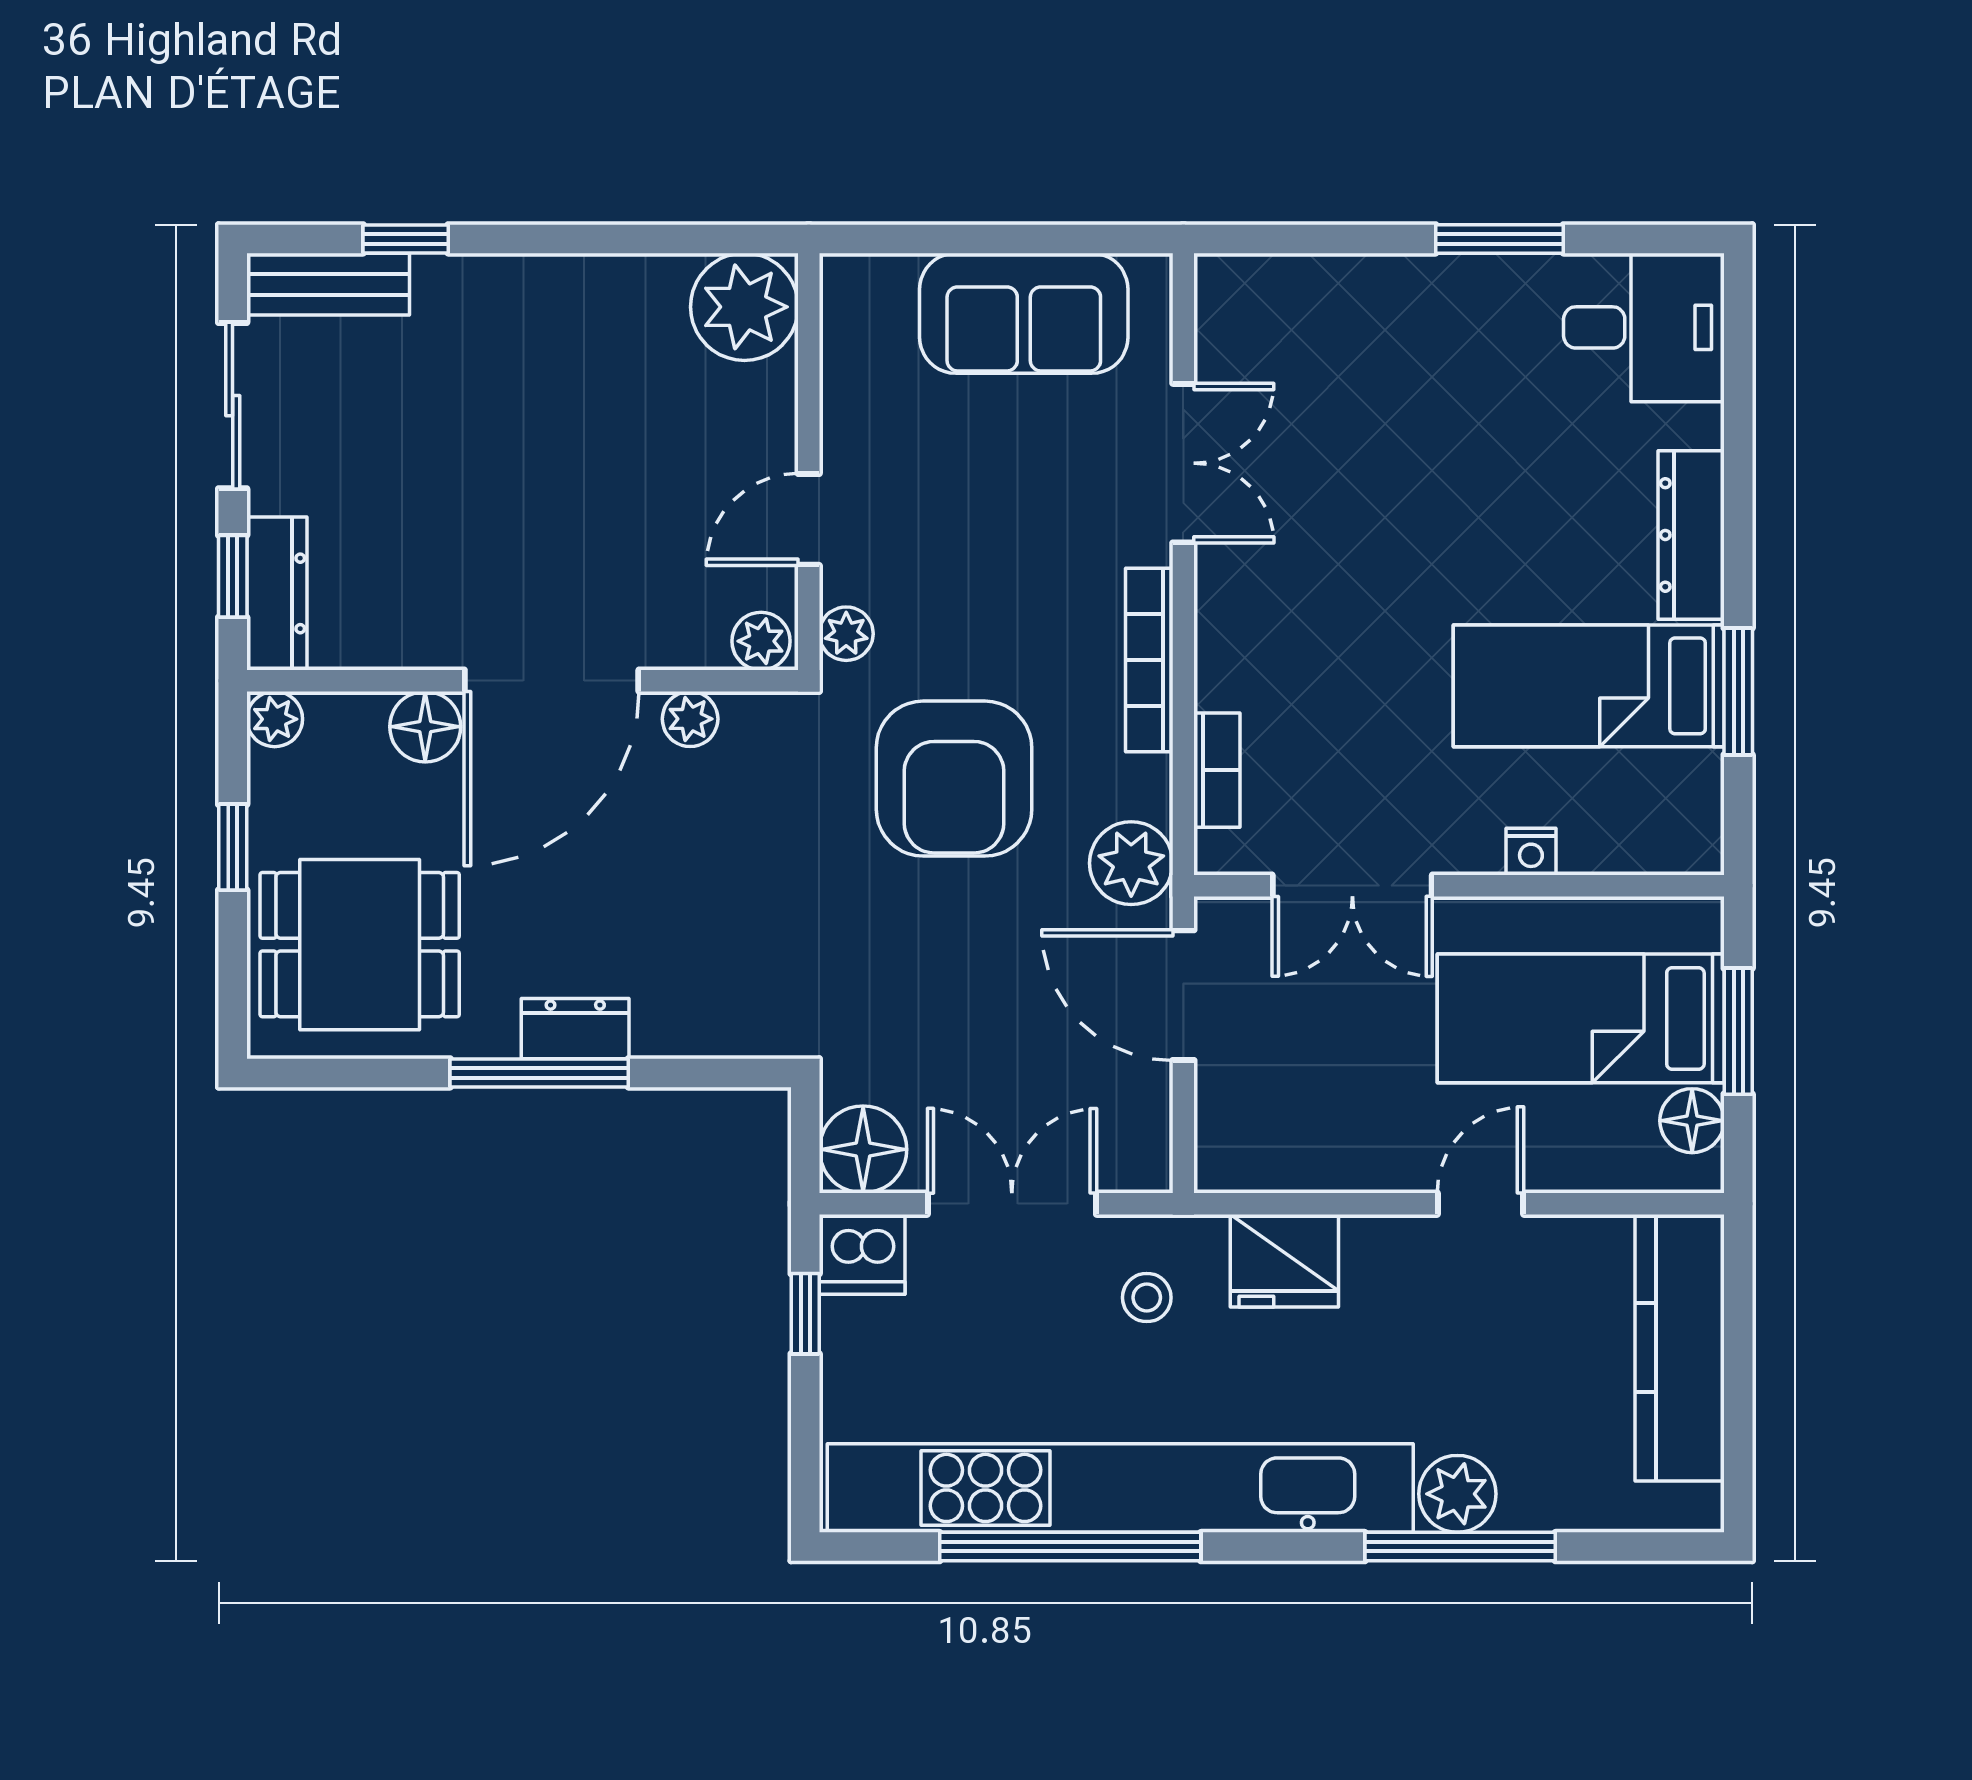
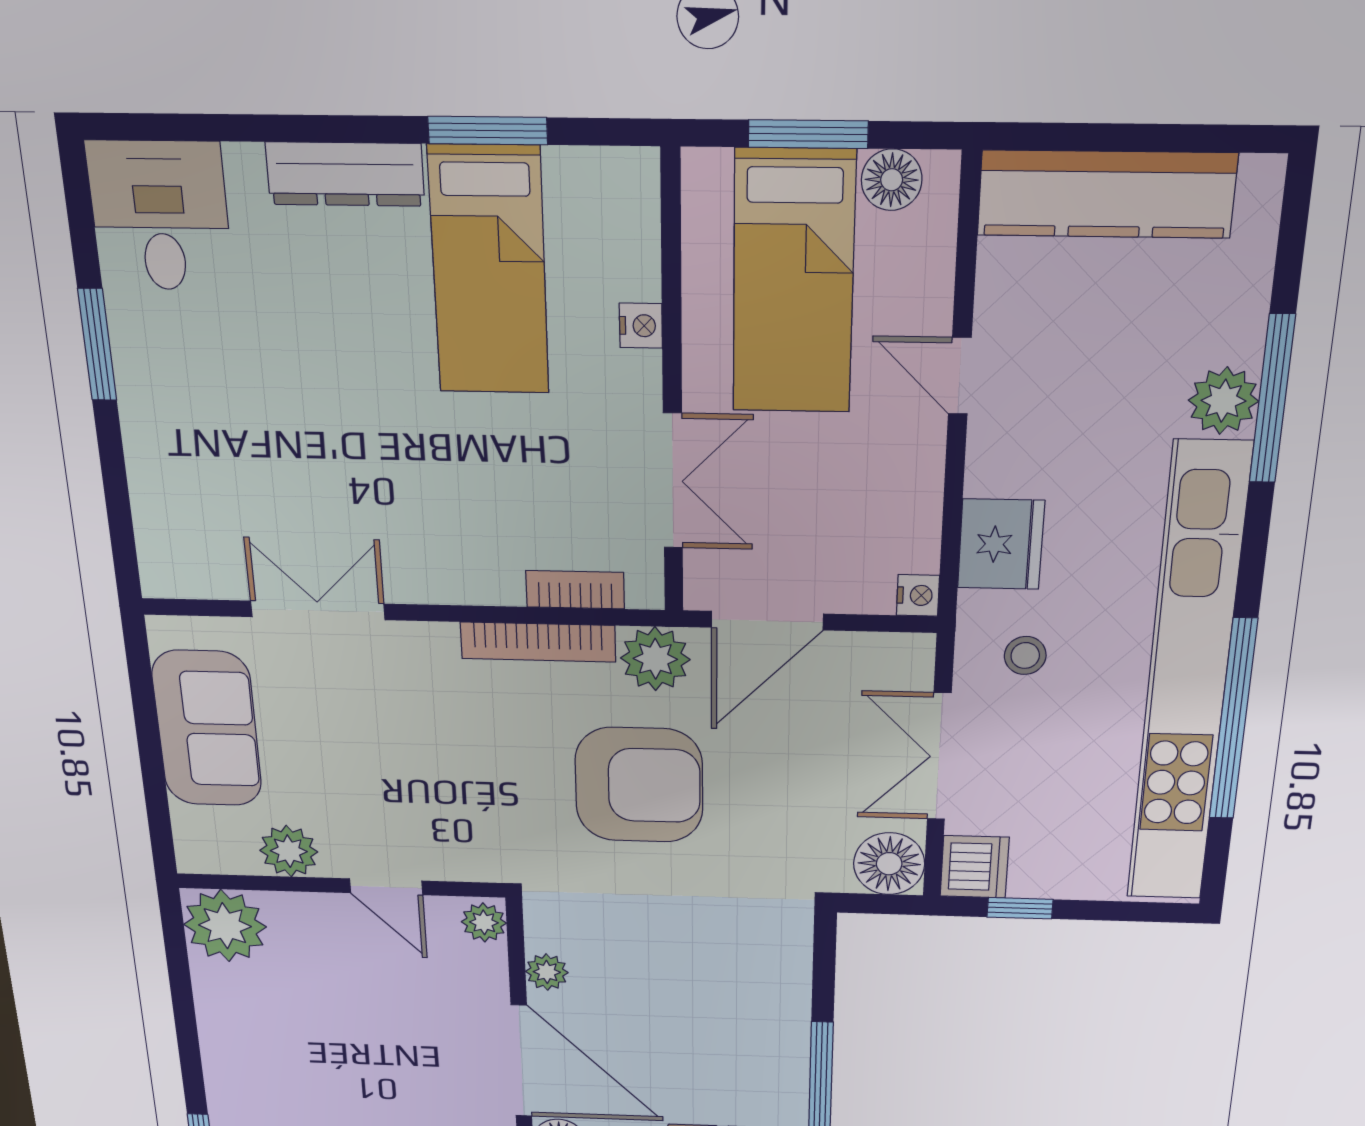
plant: (846, 634) -> (289, 851), moved, width x1.38, depth x1.38
bookcase: (1149, 660) -> (538, 642), moved
armchair: (954, 779) -> (639, 785), moved
dresser: (575, 1029) -> (787, 1055), removed
nightstand: (1219, 1169) -> (918, 595), added

